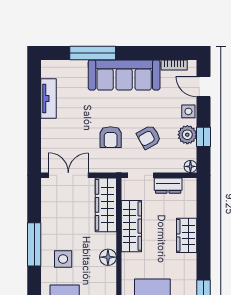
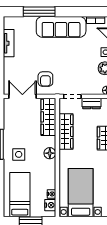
armchair: (111, 137) -> (45, 79), moved
armchair: (149, 137) -> (78, 70), removed

